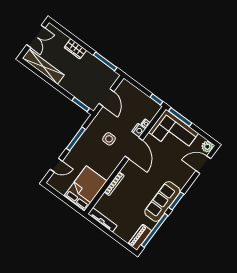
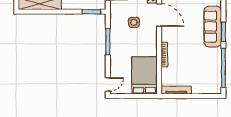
door: (56, 165) -> (108, 84), moved
sofa: (162, 201) -> (213, 27), moved
piano: (140, 237) -> (216, 82), removed

